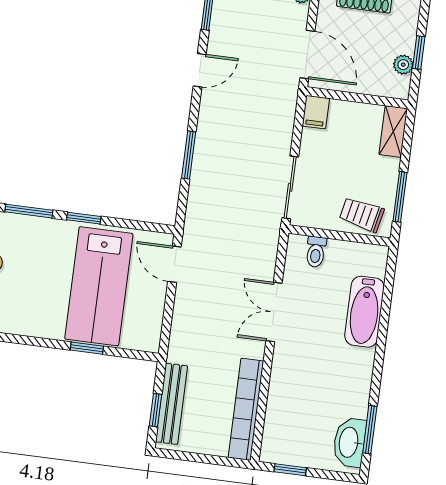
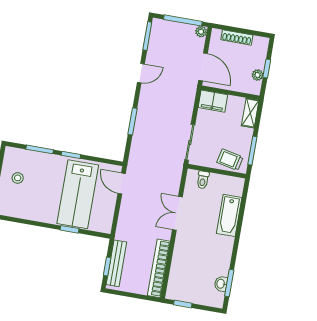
filing cabinet: (316, 112) -> (213, 101), width x2.00
washbasin: (349, 442) -> (221, 284), width x0.52, depth x0.69

